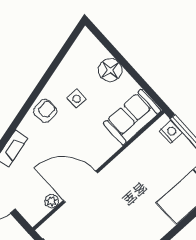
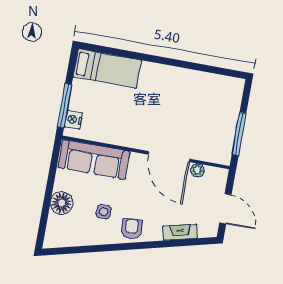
armchair: (45, 111) -> (132, 229), turned 90
sofa: (132, 117) -> (94, 160), width x1.36

